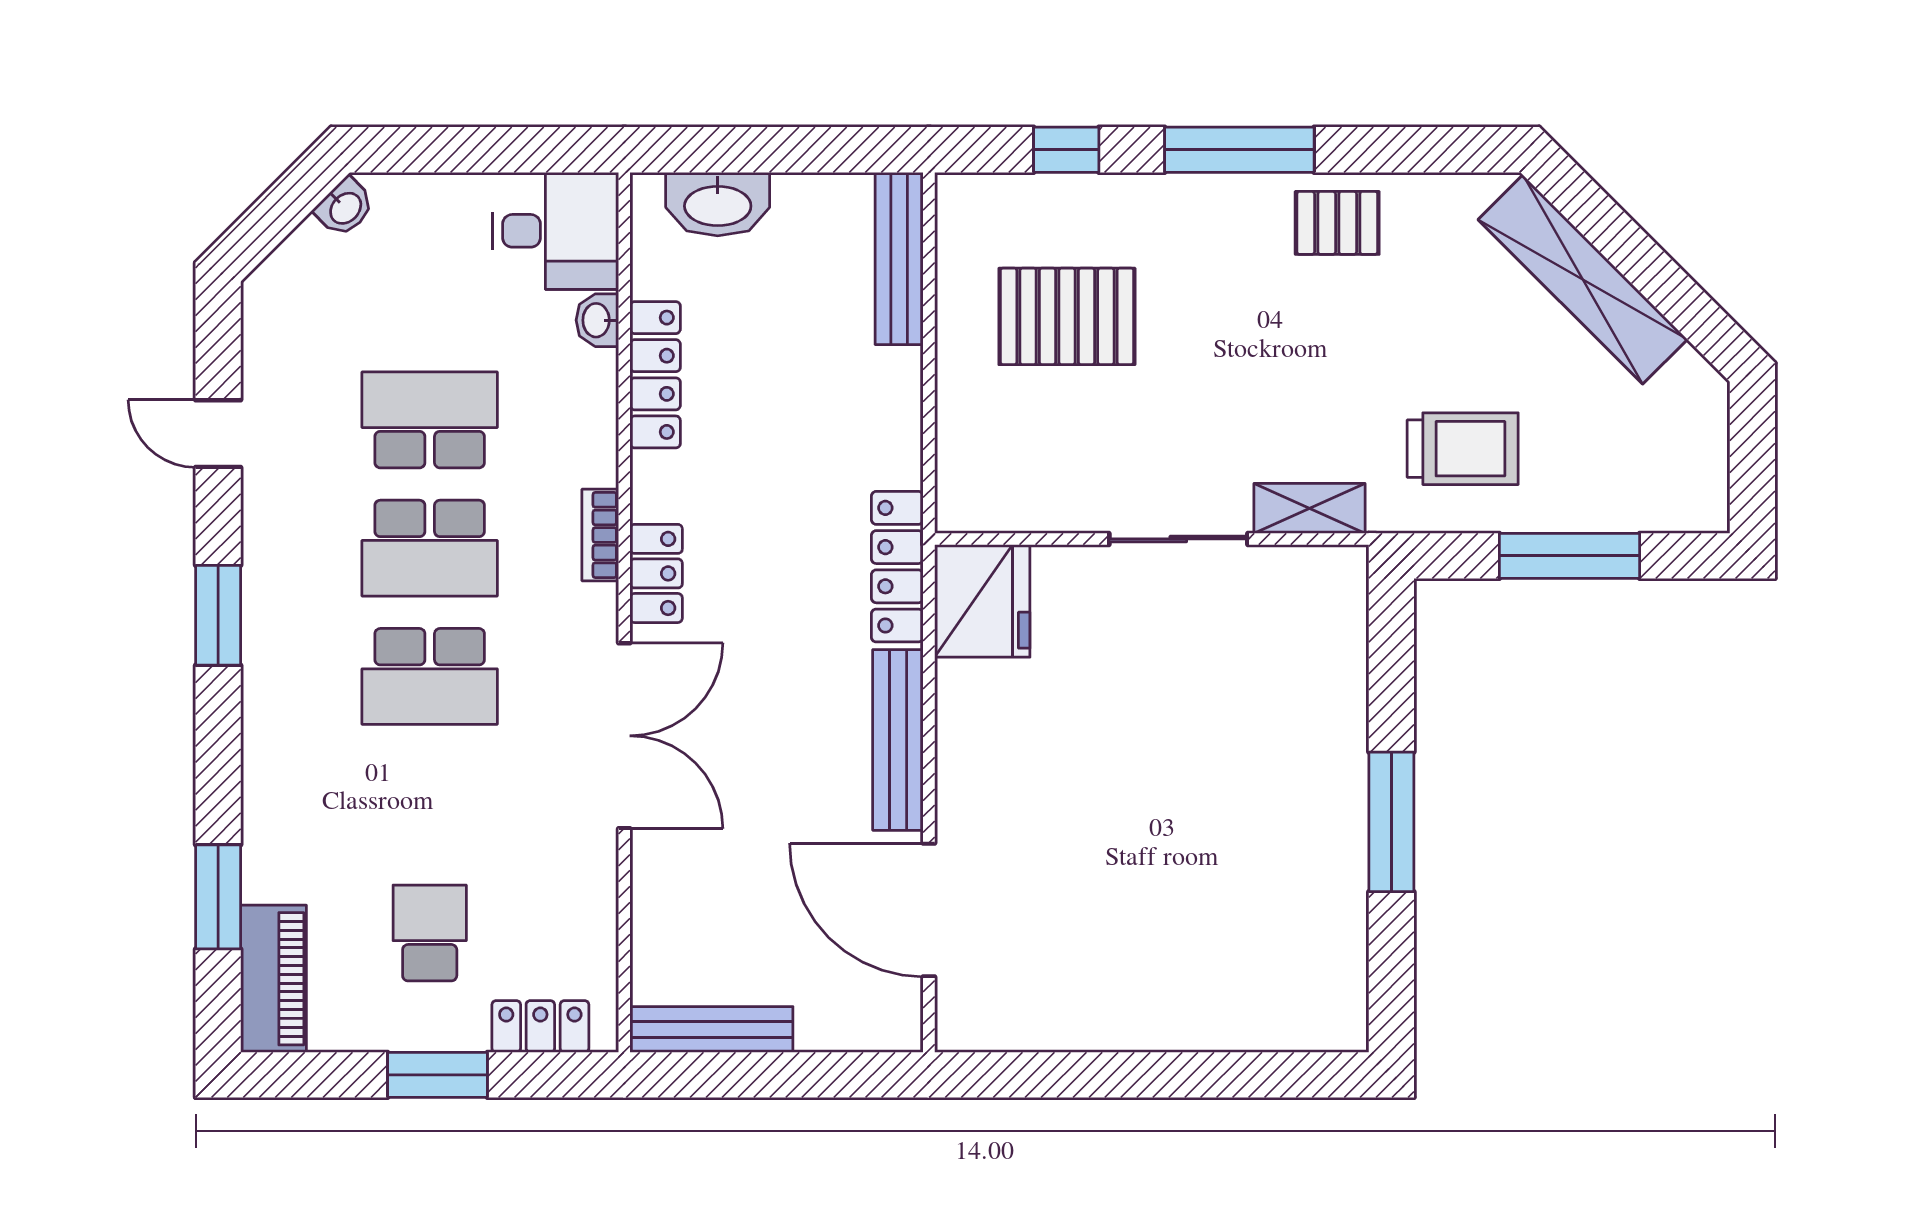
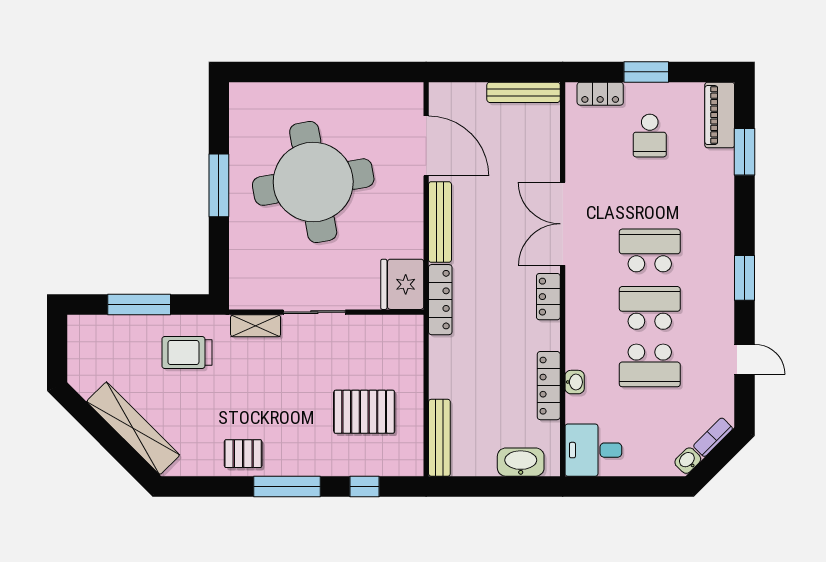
washbasin: (597, 320) -> (575, 382), moved
bookcase: (600, 535) -> (713, 437), moved, turned -135
round table: (1181, 829) -> (313, 182), added

